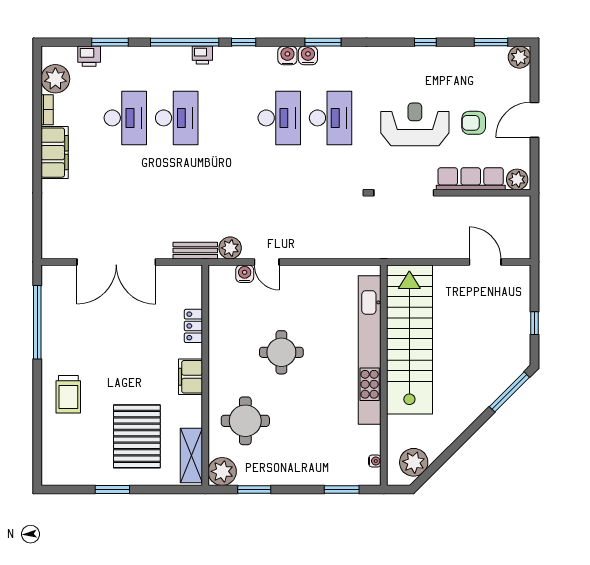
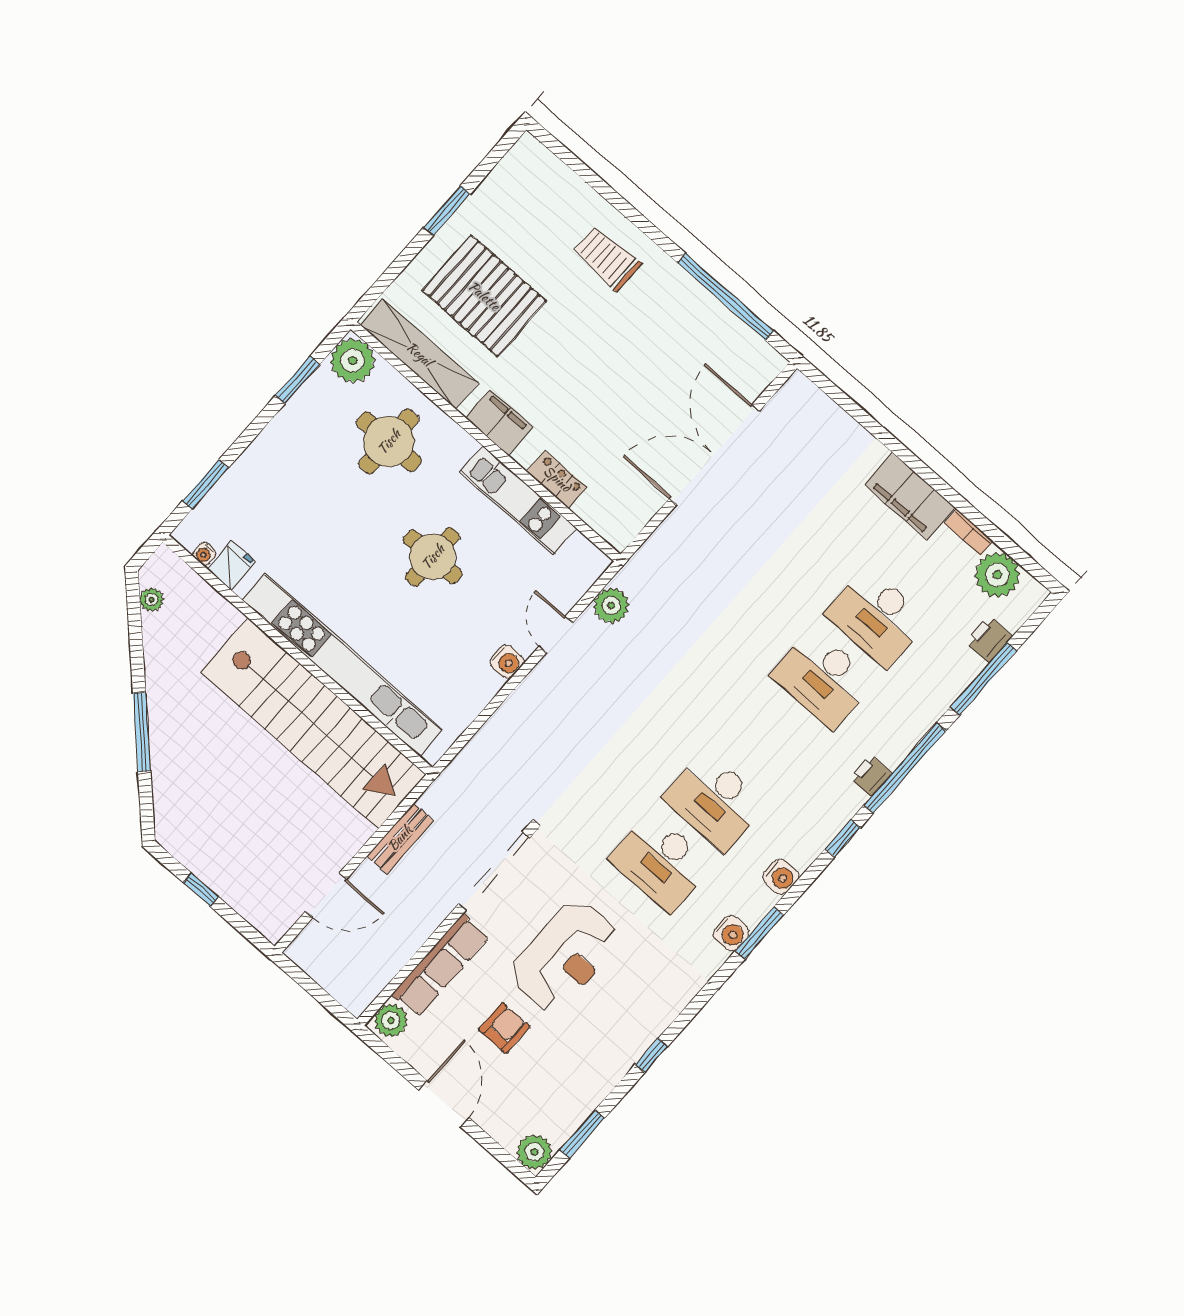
window: (110, 42) -> (984, 679), width x1.44
water cooler: (308, 55) -> (731, 933), moved
bench: (195, 251) -> (400, 838), moved
door: (267, 262) -> (556, 634), hinge flipped
water cooler: (245, 274) -> (507, 662), moved
kitchen unit: (219, 336) -> (518, 500), added
window: (509, 392) -> (142, 732), moved
fridge: (369, 443) -> (231, 565), added
shelving: (191, 455) -> (419, 354), width x1.47
plant: (414, 462) -> (151, 600), width x0.53, depth x0.53

